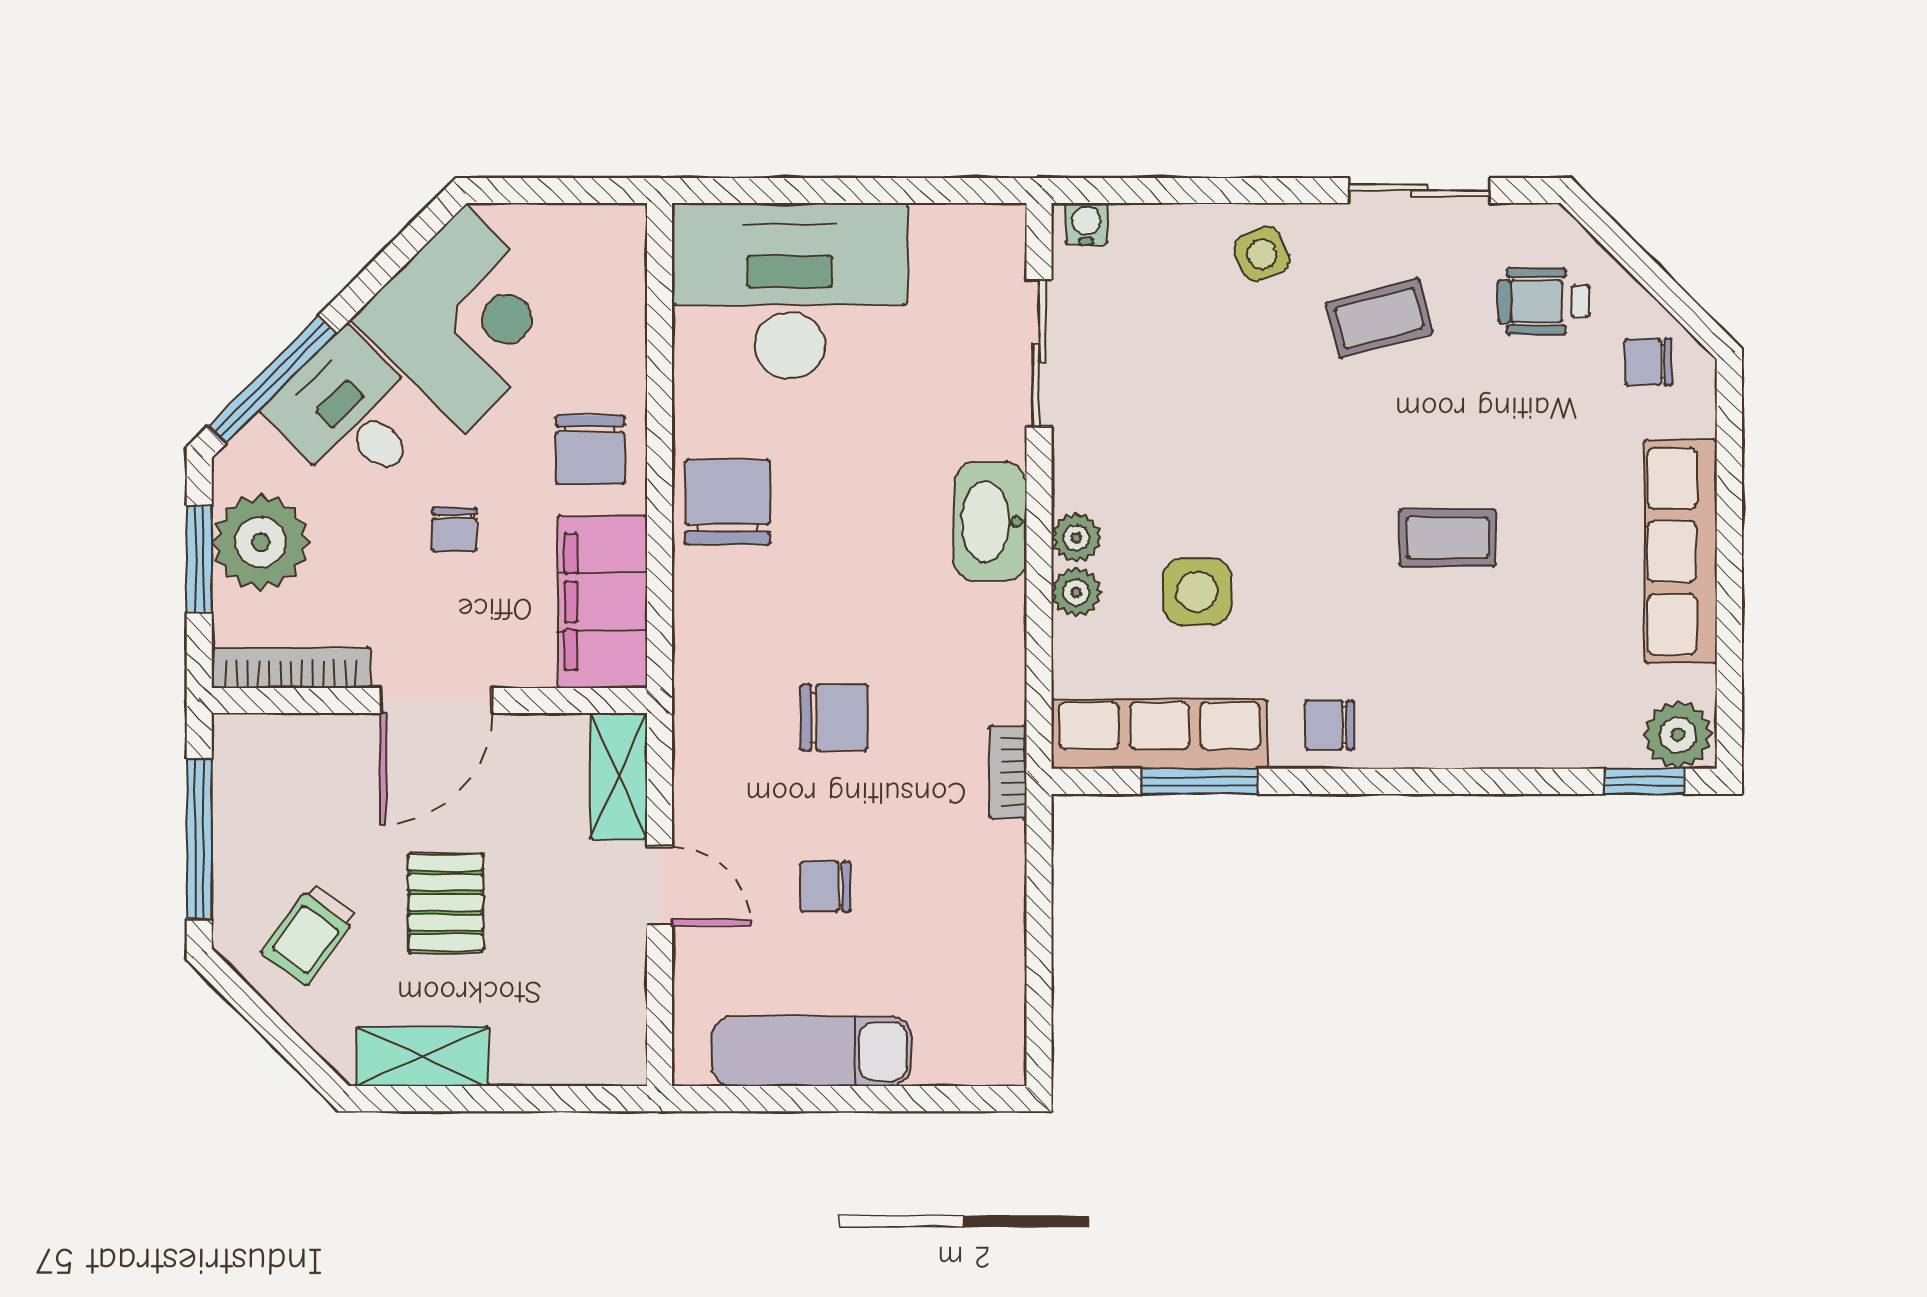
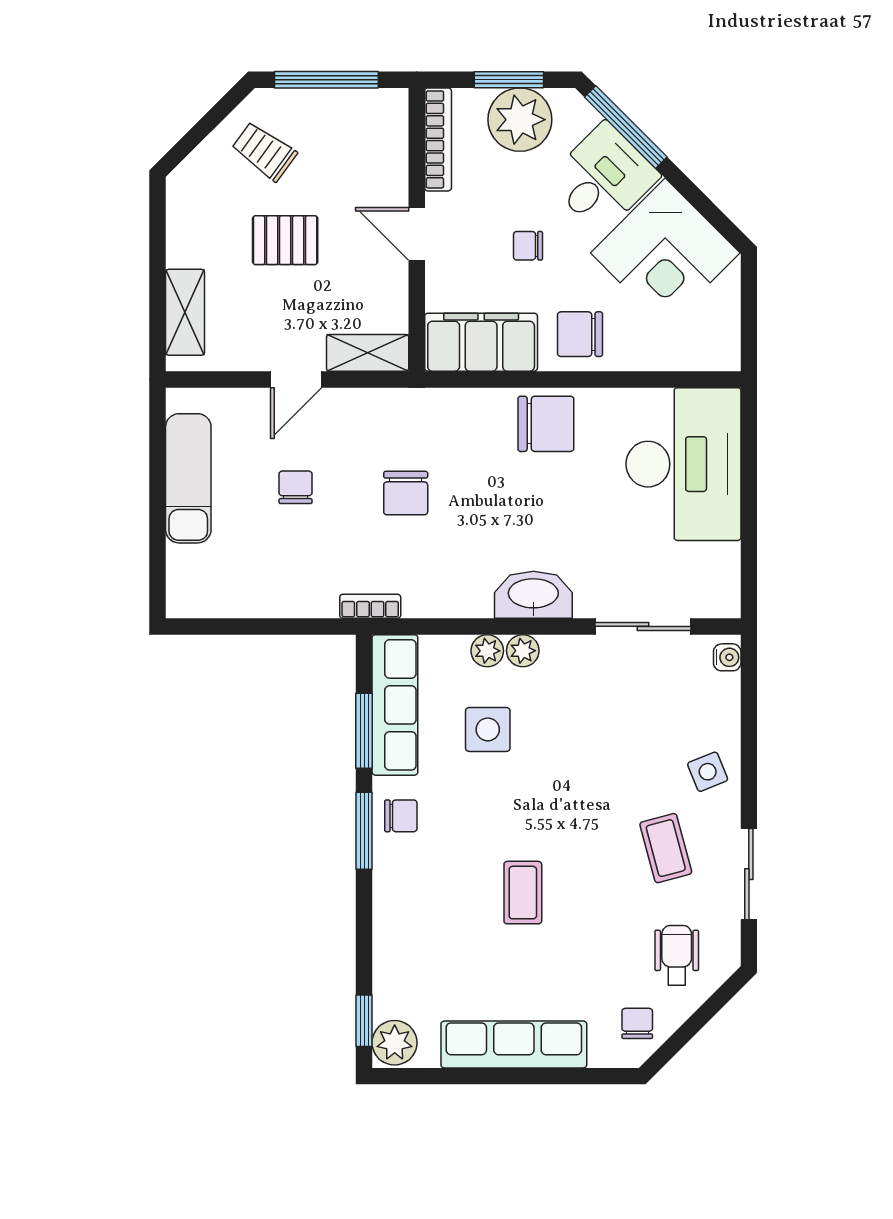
door: (436, 701) -> (417, 234), width x0.73
chair: (1330, 725) -> (401, 816), turned 90
window: (1353, 781) -> (364, 831), added
shelving: (422, 1056) -> (185, 312), moved

